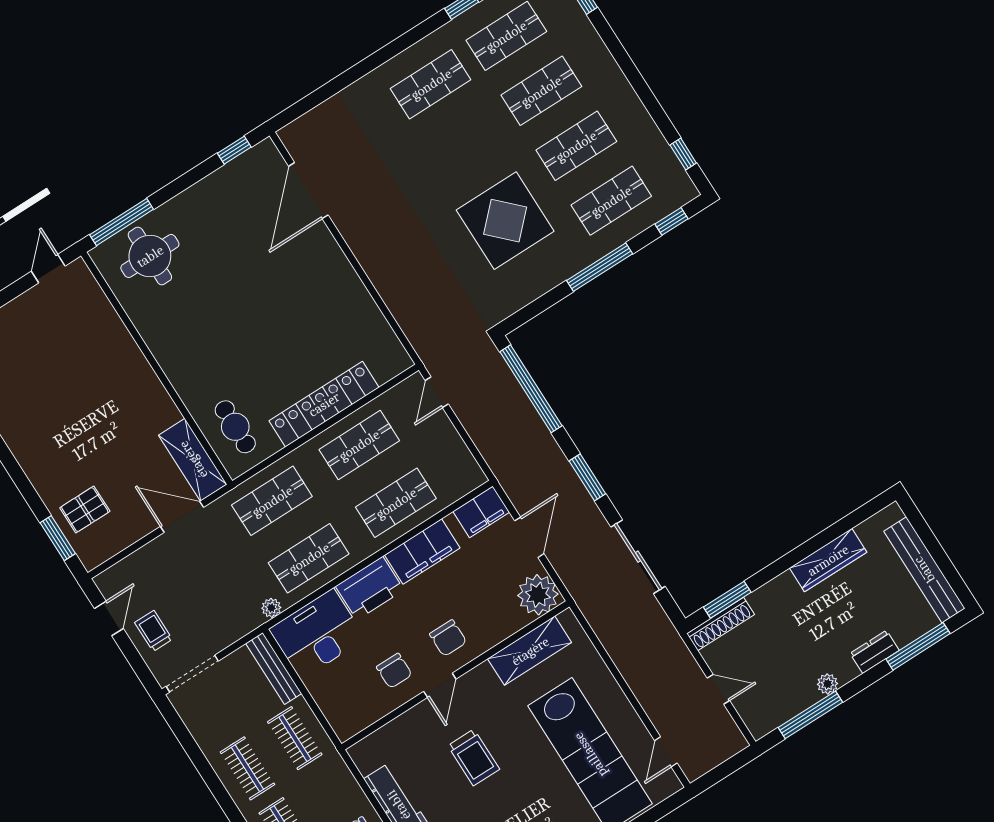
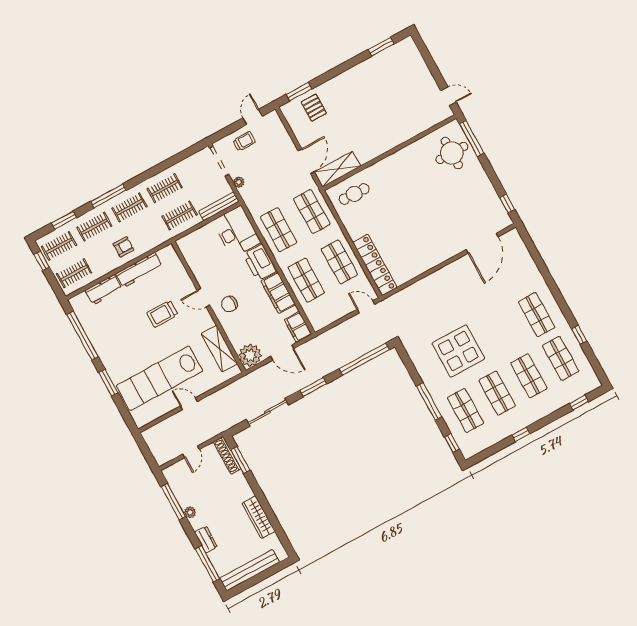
window: (683, 154) -> (521, 434), moved
door: (308, 191) -> (482, 243), swing flipped
locker: (324, 404) -> (375, 265), moved
plant: (271, 608) -> (239, 182), moved
door: (109, 618) -> (253, 117), swing flipped
chair: (394, 671) -> (213, 273), removed
door: (666, 752) -> (189, 404), moved

